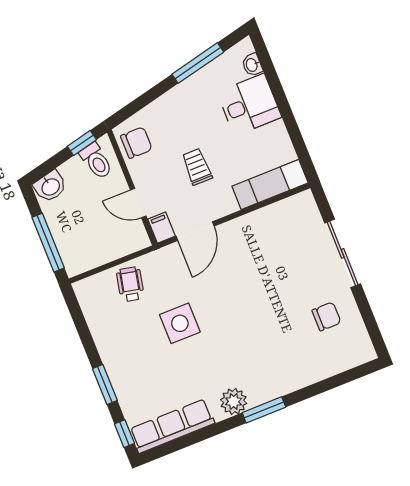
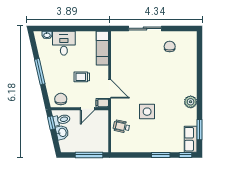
window: (198, 63) -> (40, 72), moved
washbasin: (50, 186) -> (62, 132), moved
window: (264, 410) -> (199, 130), moved
row of seats: (172, 426) -> (191, 139), width x0.68

